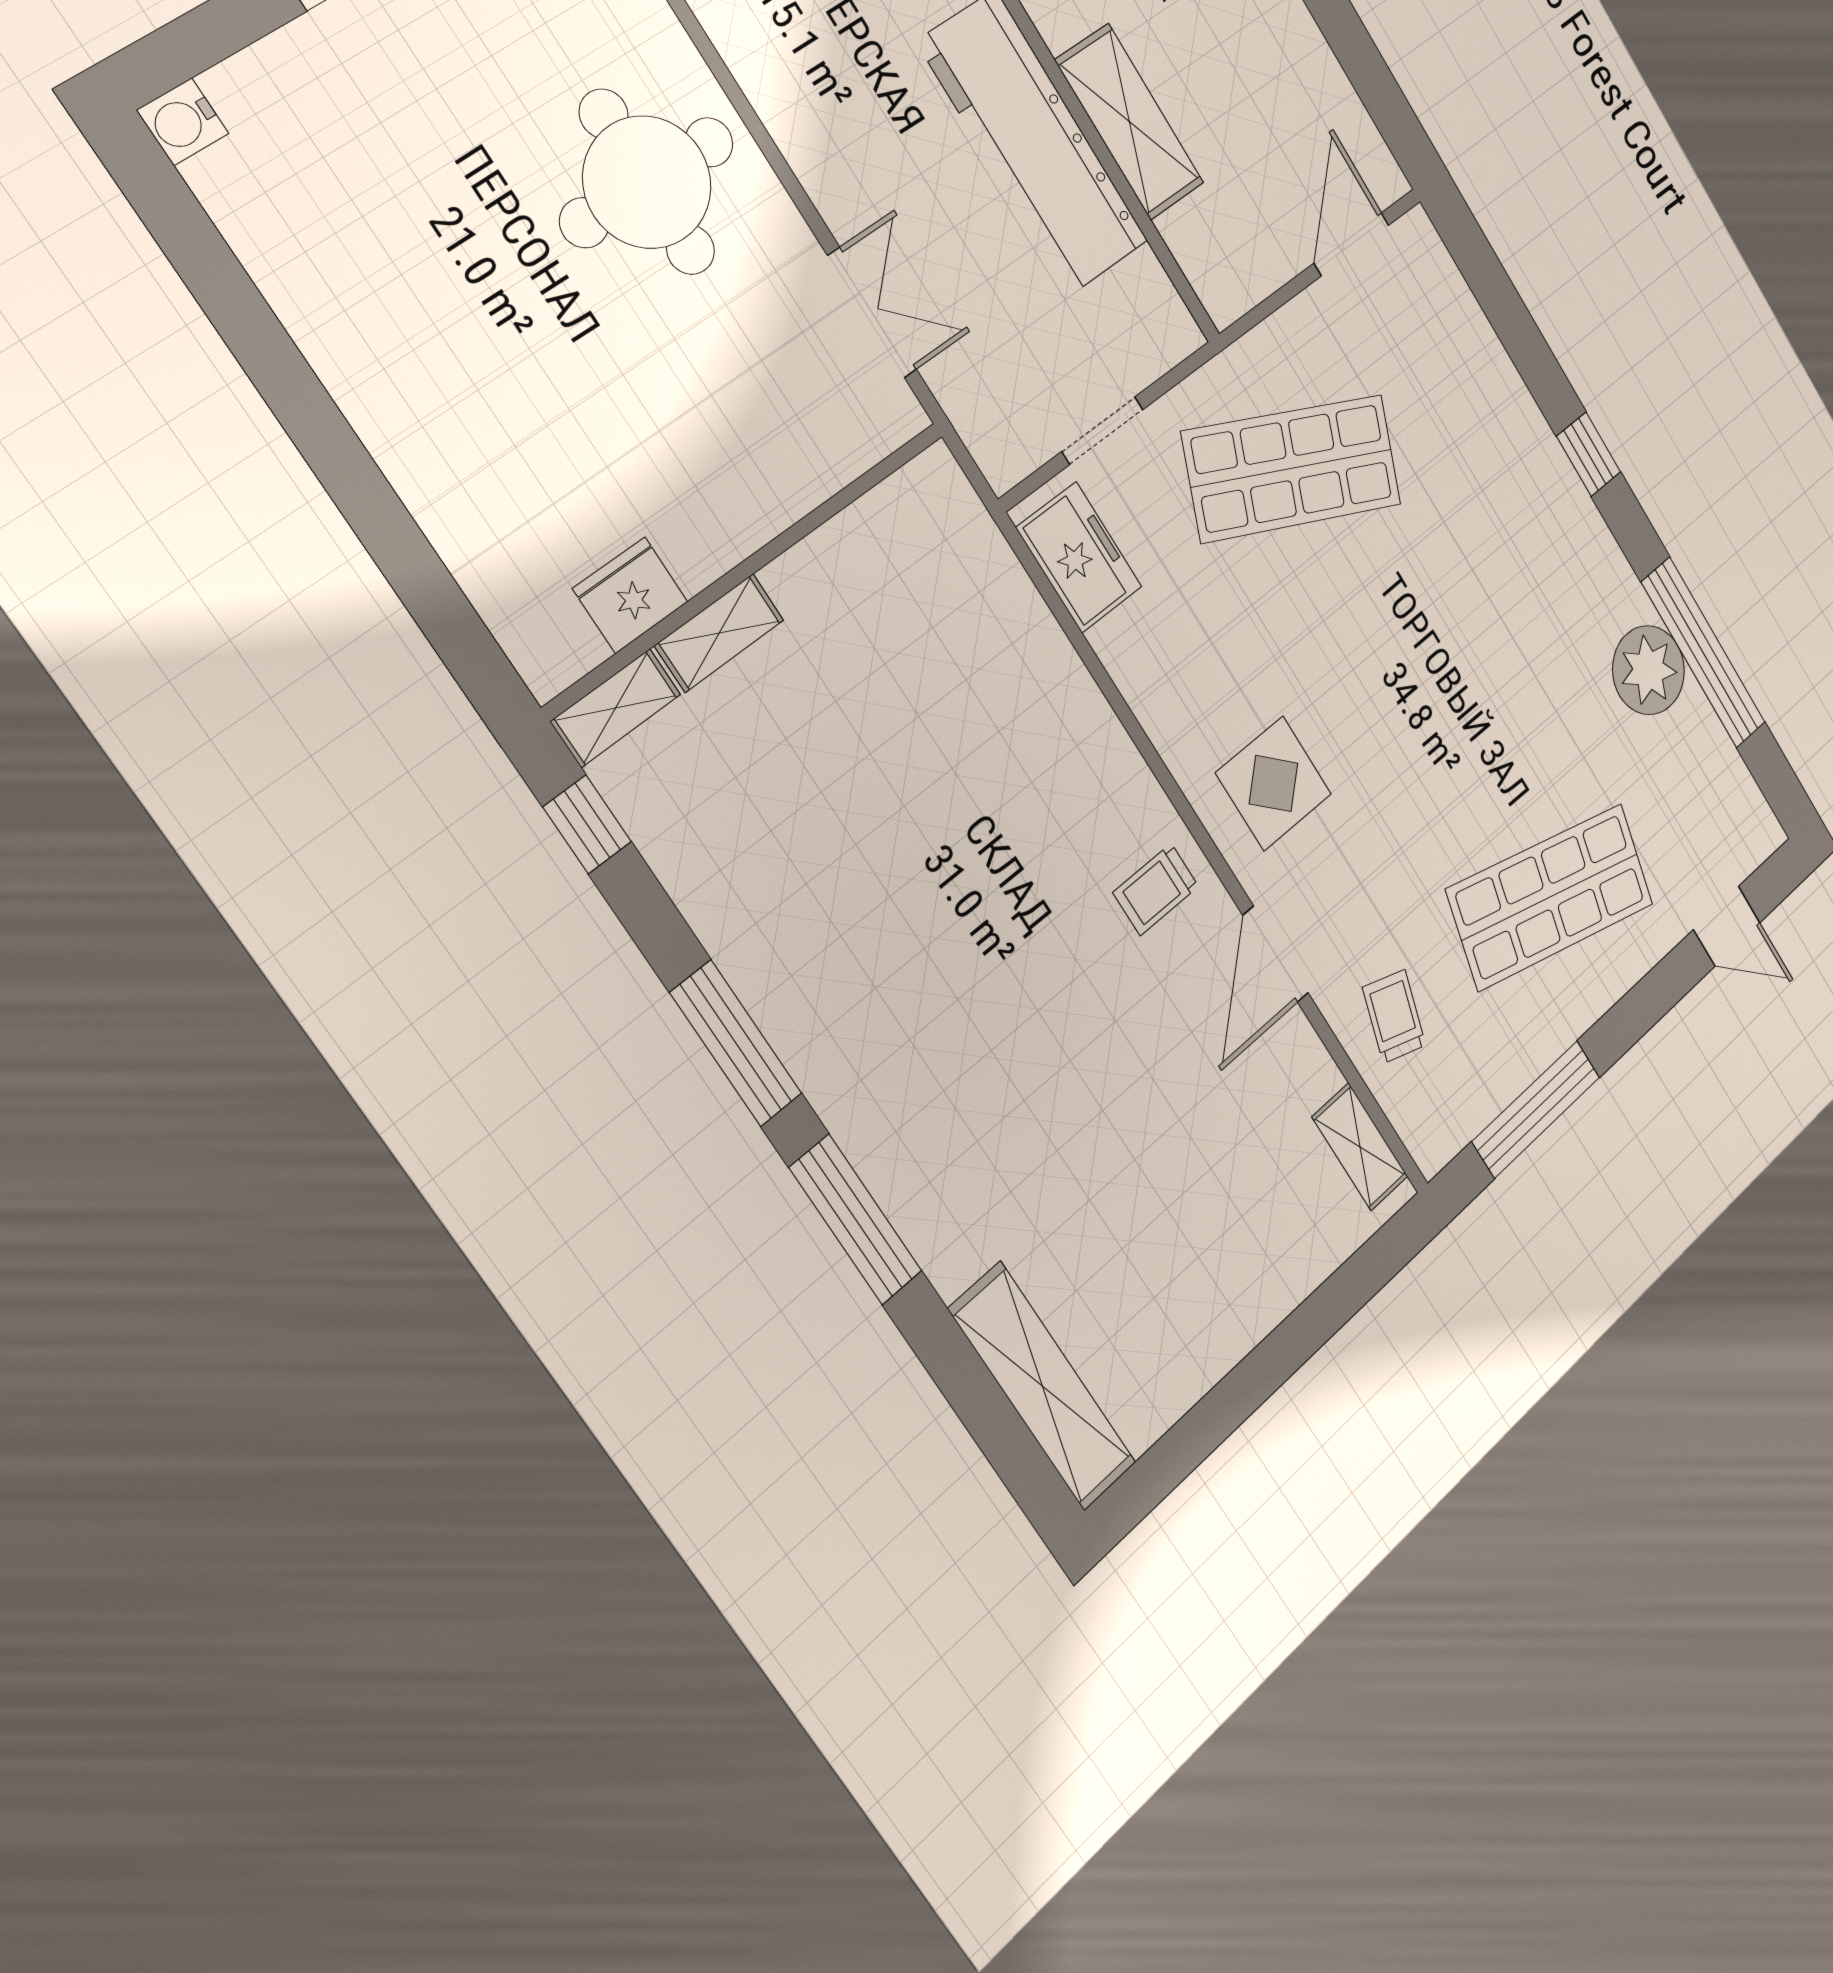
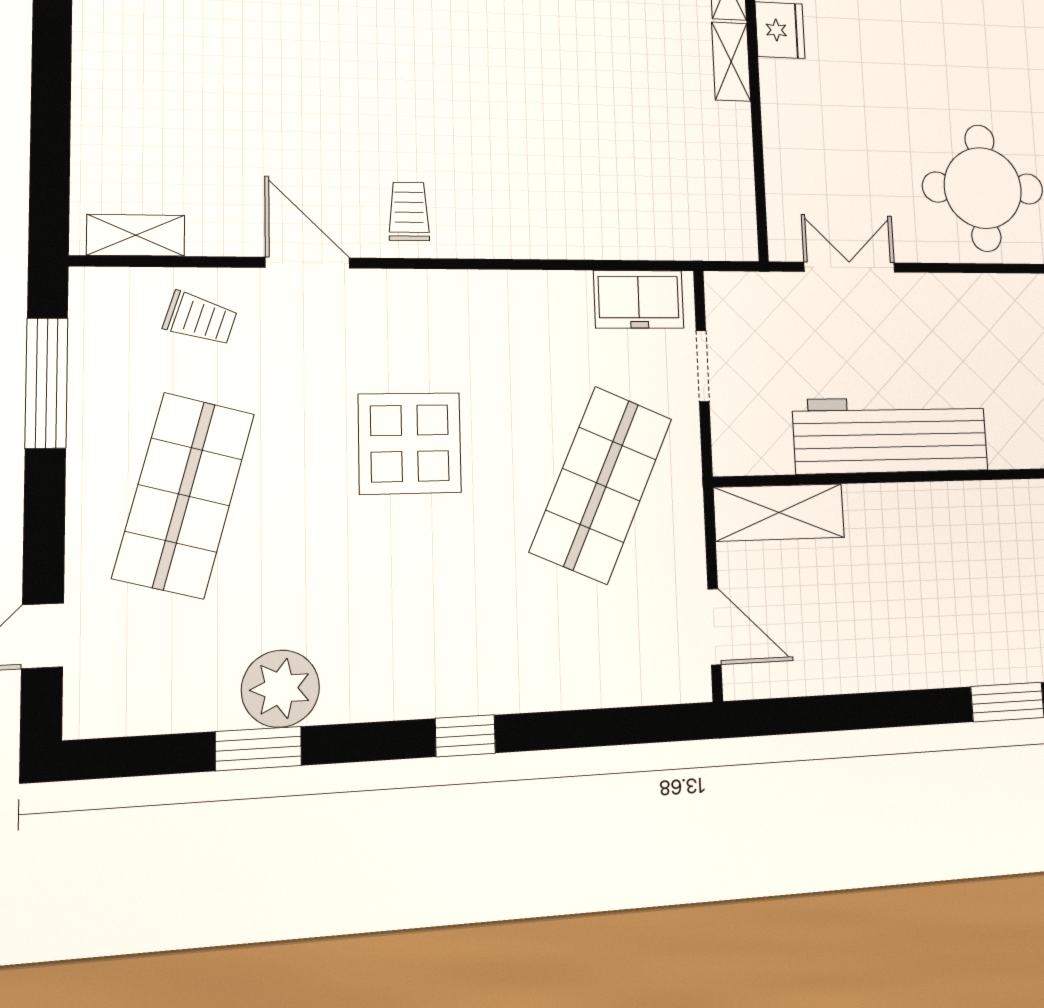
shelving: (1129, 122) -> (779, 512), moved
double door: (872, 313) -> (849, 267), swing flipped
window: (1703, 653) -> (258, 749), width x0.47
display table: (1273, 783) -> (410, 443), moved, width x1.36, depth x1.36

